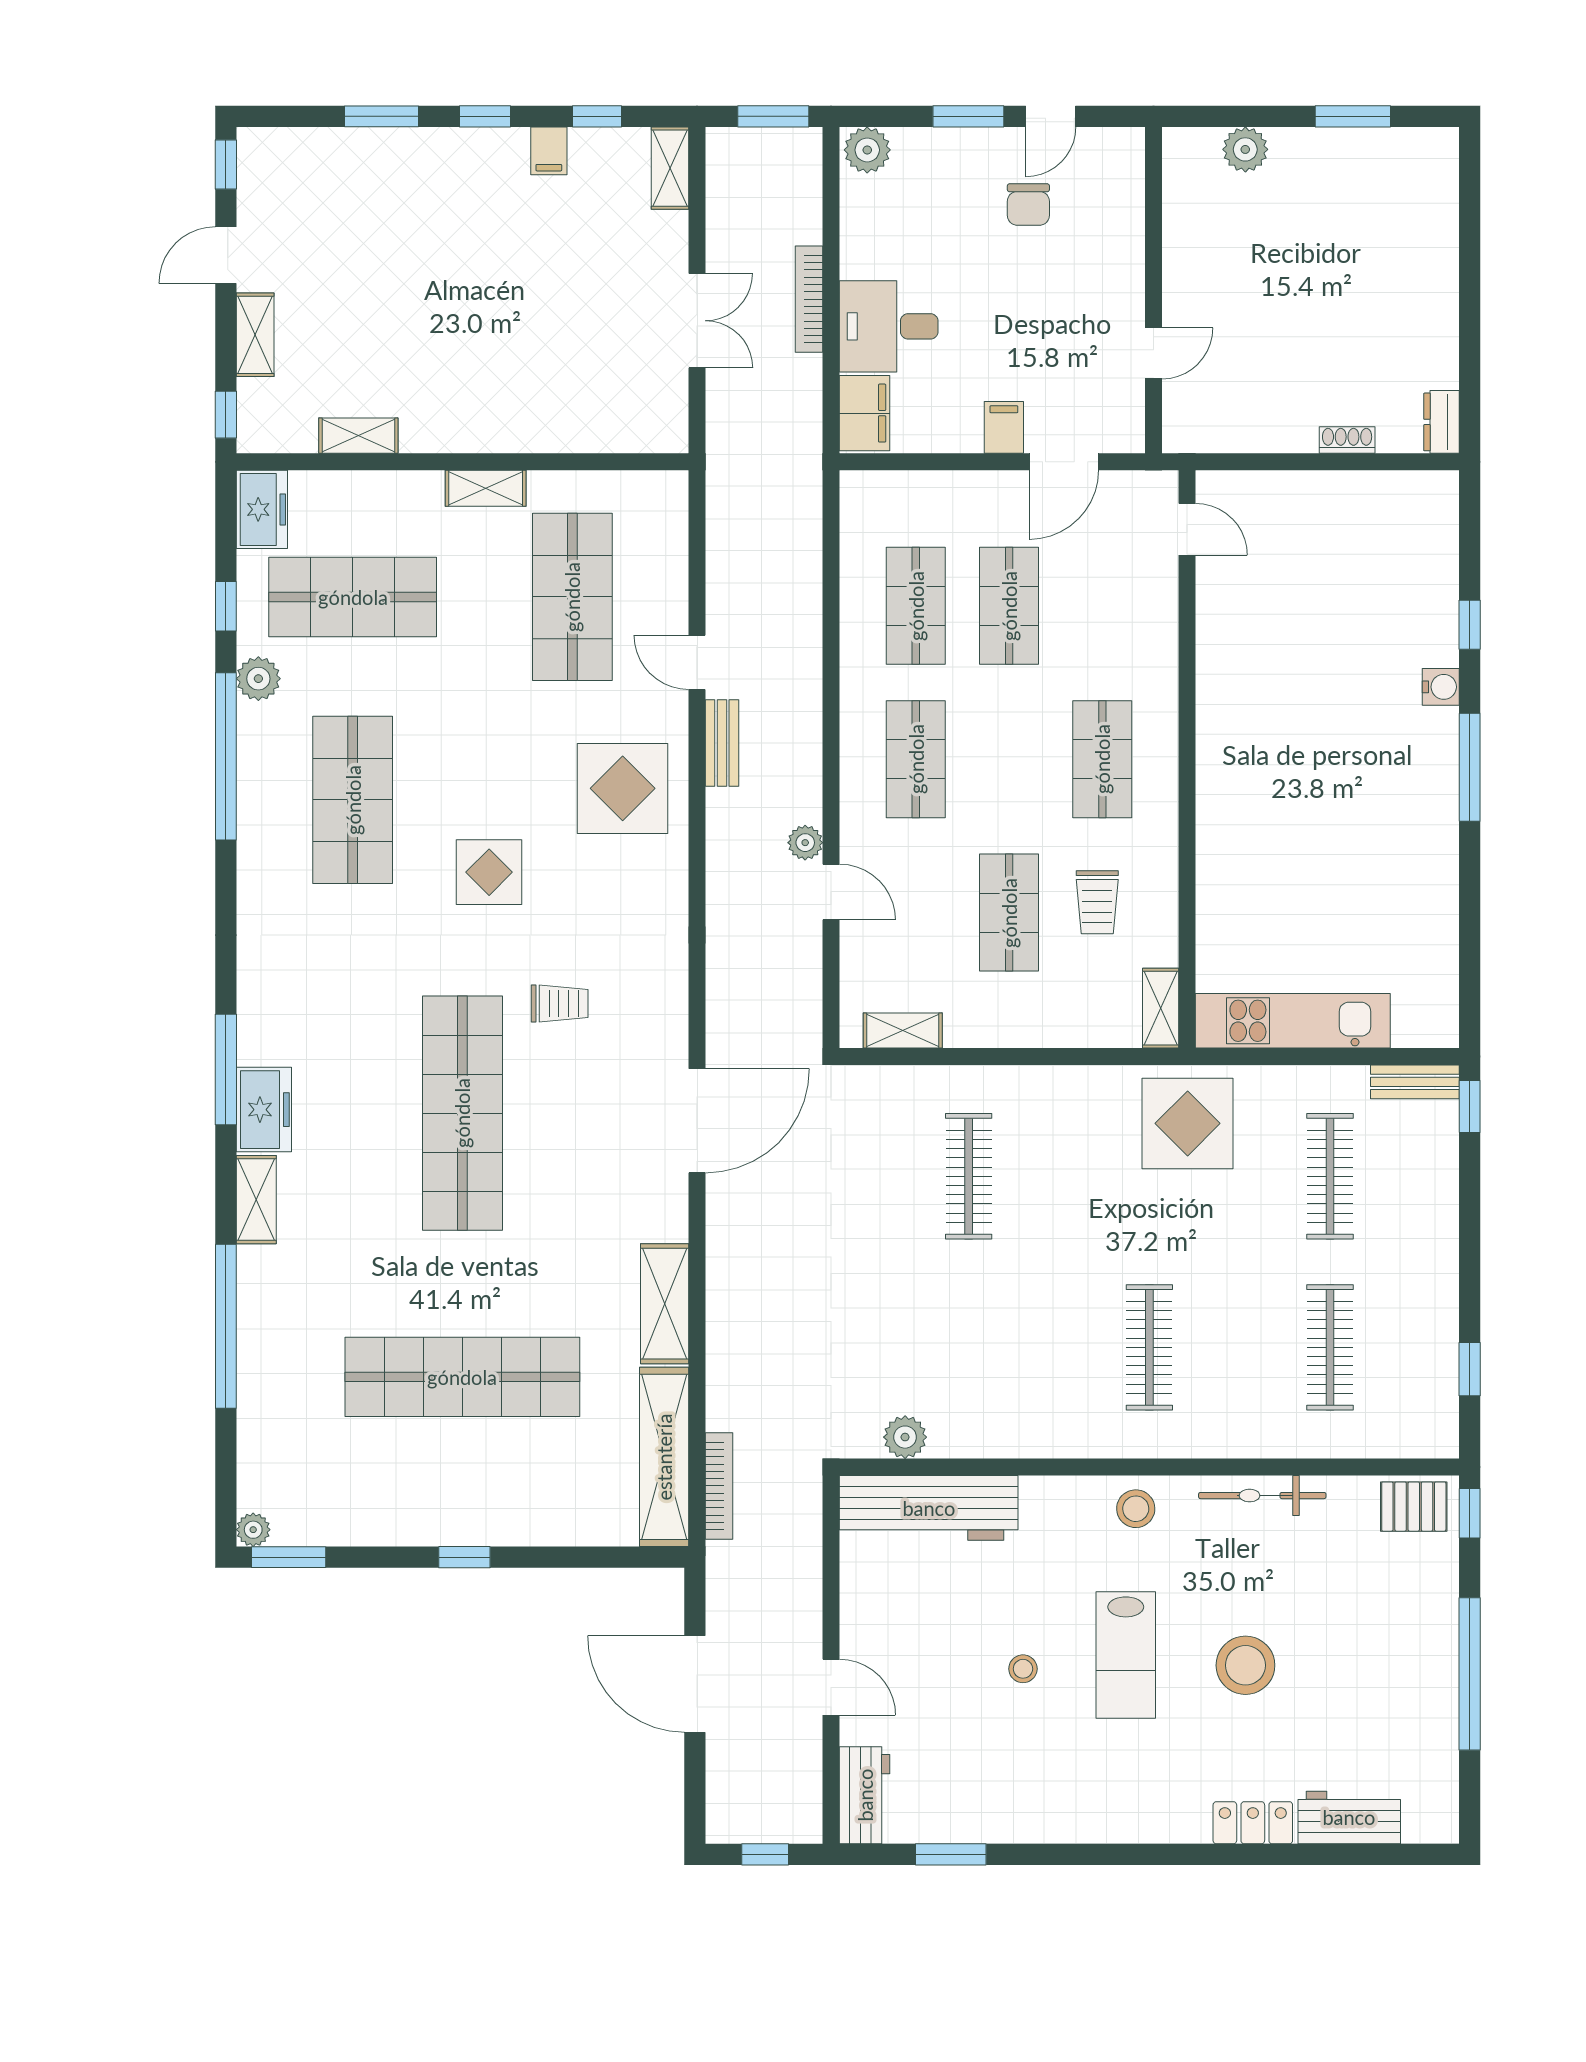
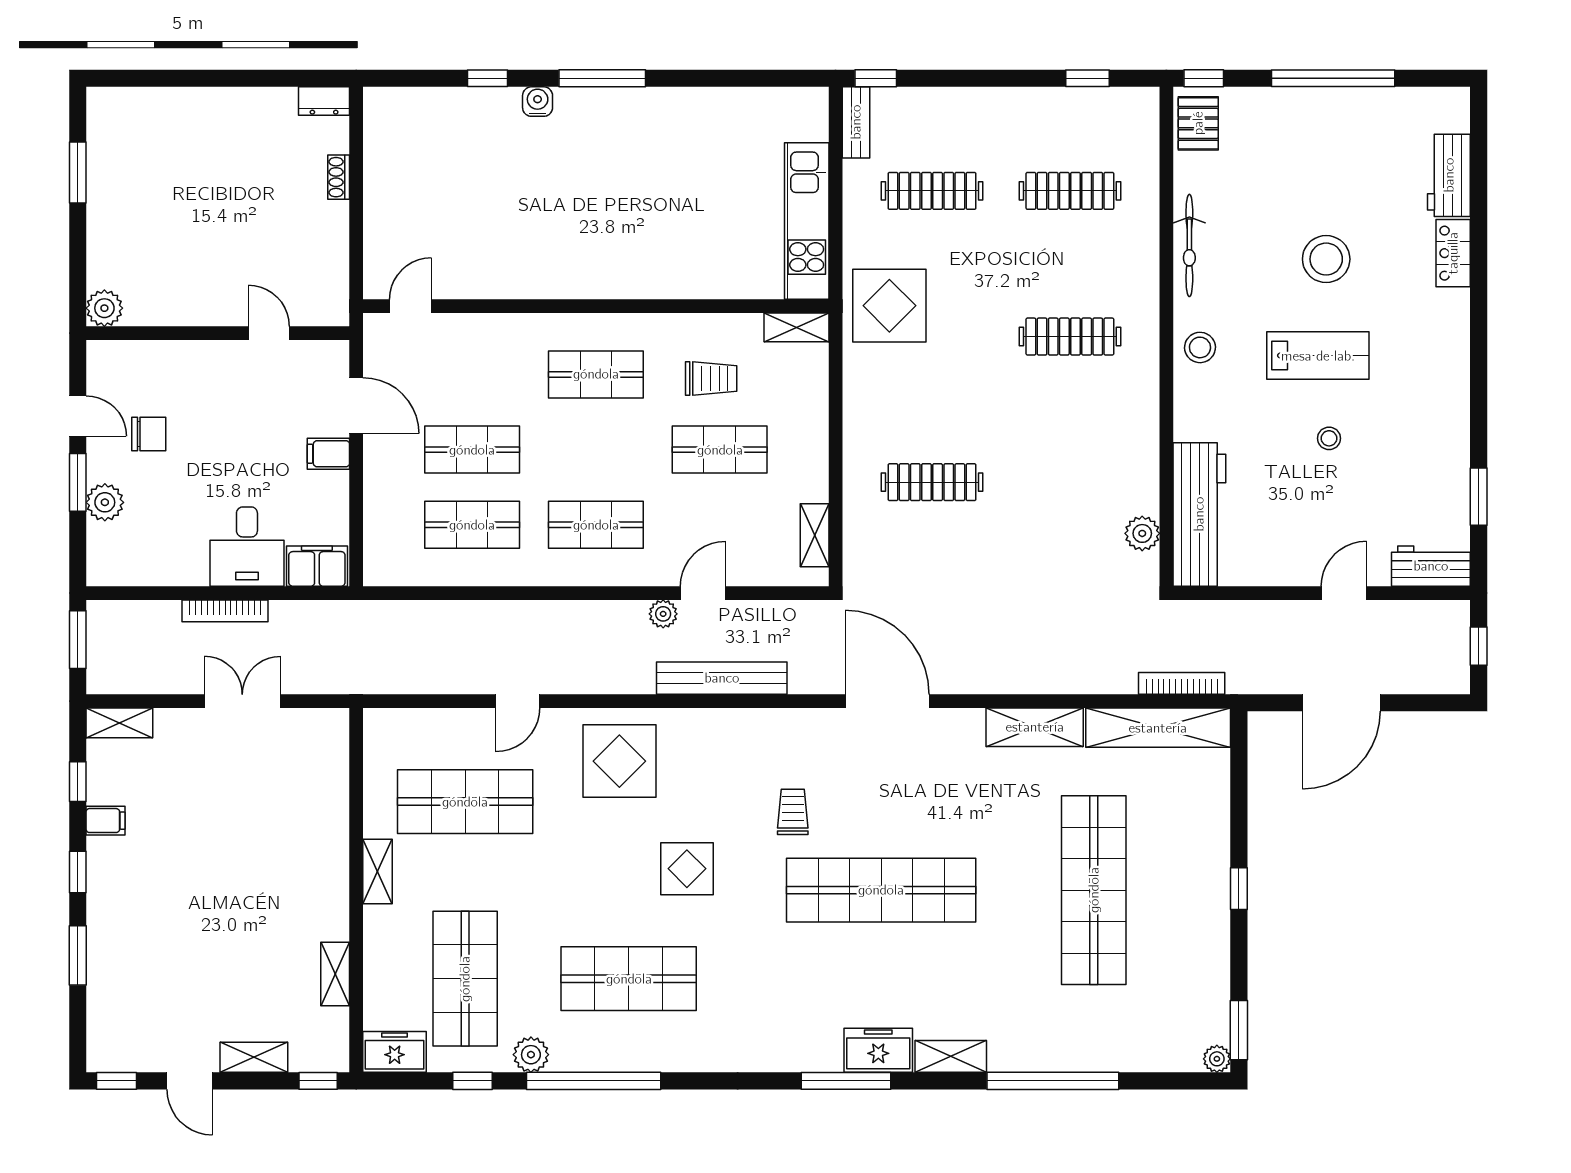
plant: (1245, 149) -> (104, 308), moved
plant: (867, 150) -> (105, 502), moved
bench: (722, 743) -> (722, 678), moved, width x1.86, depth x1.21

